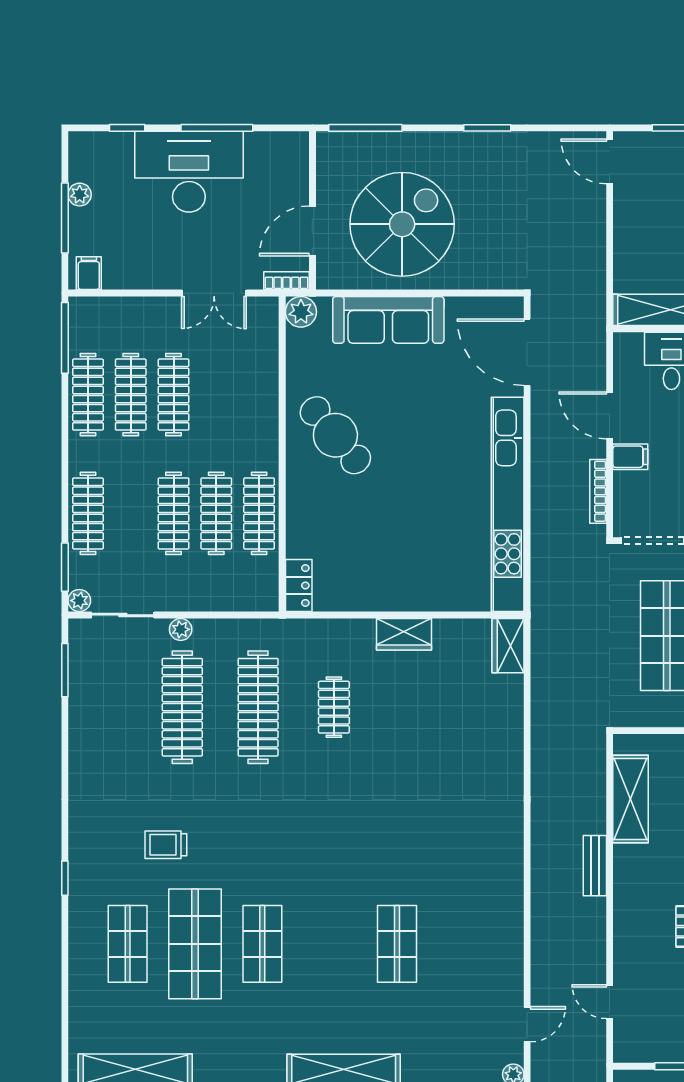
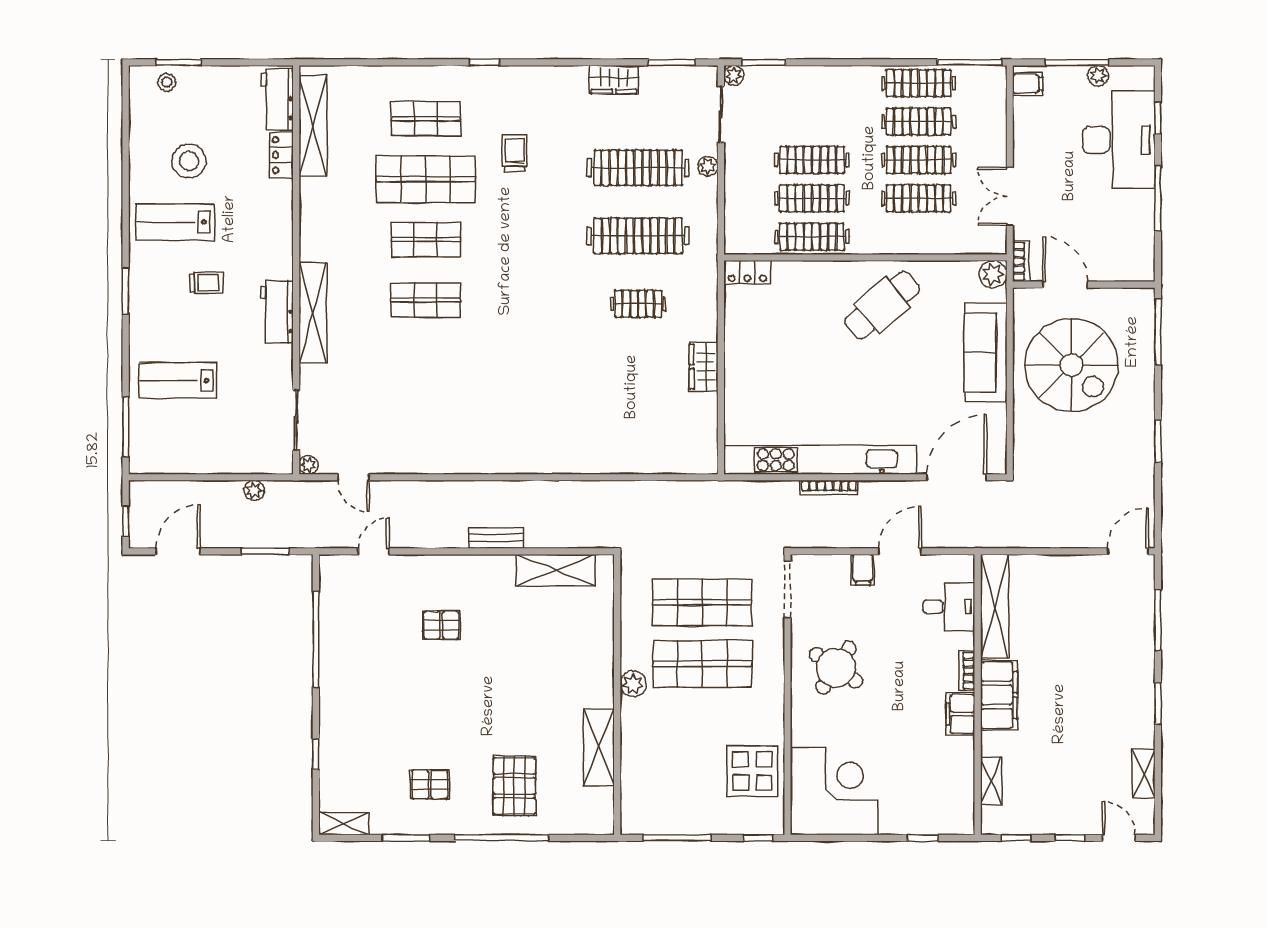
desk: (189, 172) -> (1119, 140), moved
bookcase: (598, 491) -> (829, 488), moved, turned 180
clothes rail: (88, 513) -> (919, 198), moved
wardrobe: (508, 646) -> (614, 80), moved, turned 180
shop shelf: (397, 944) -> (426, 300), moved

